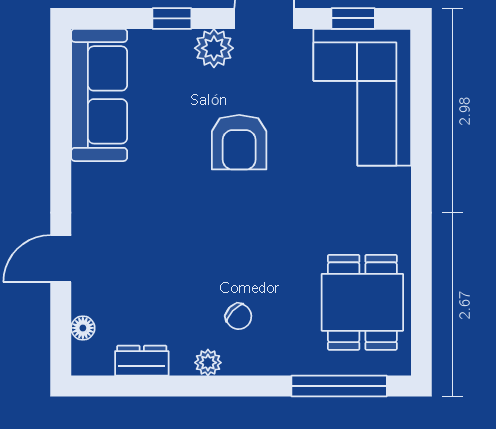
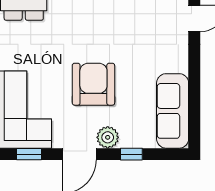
armchair: (239, 142) -> (93, 84), width x1.36, depth x1.36

